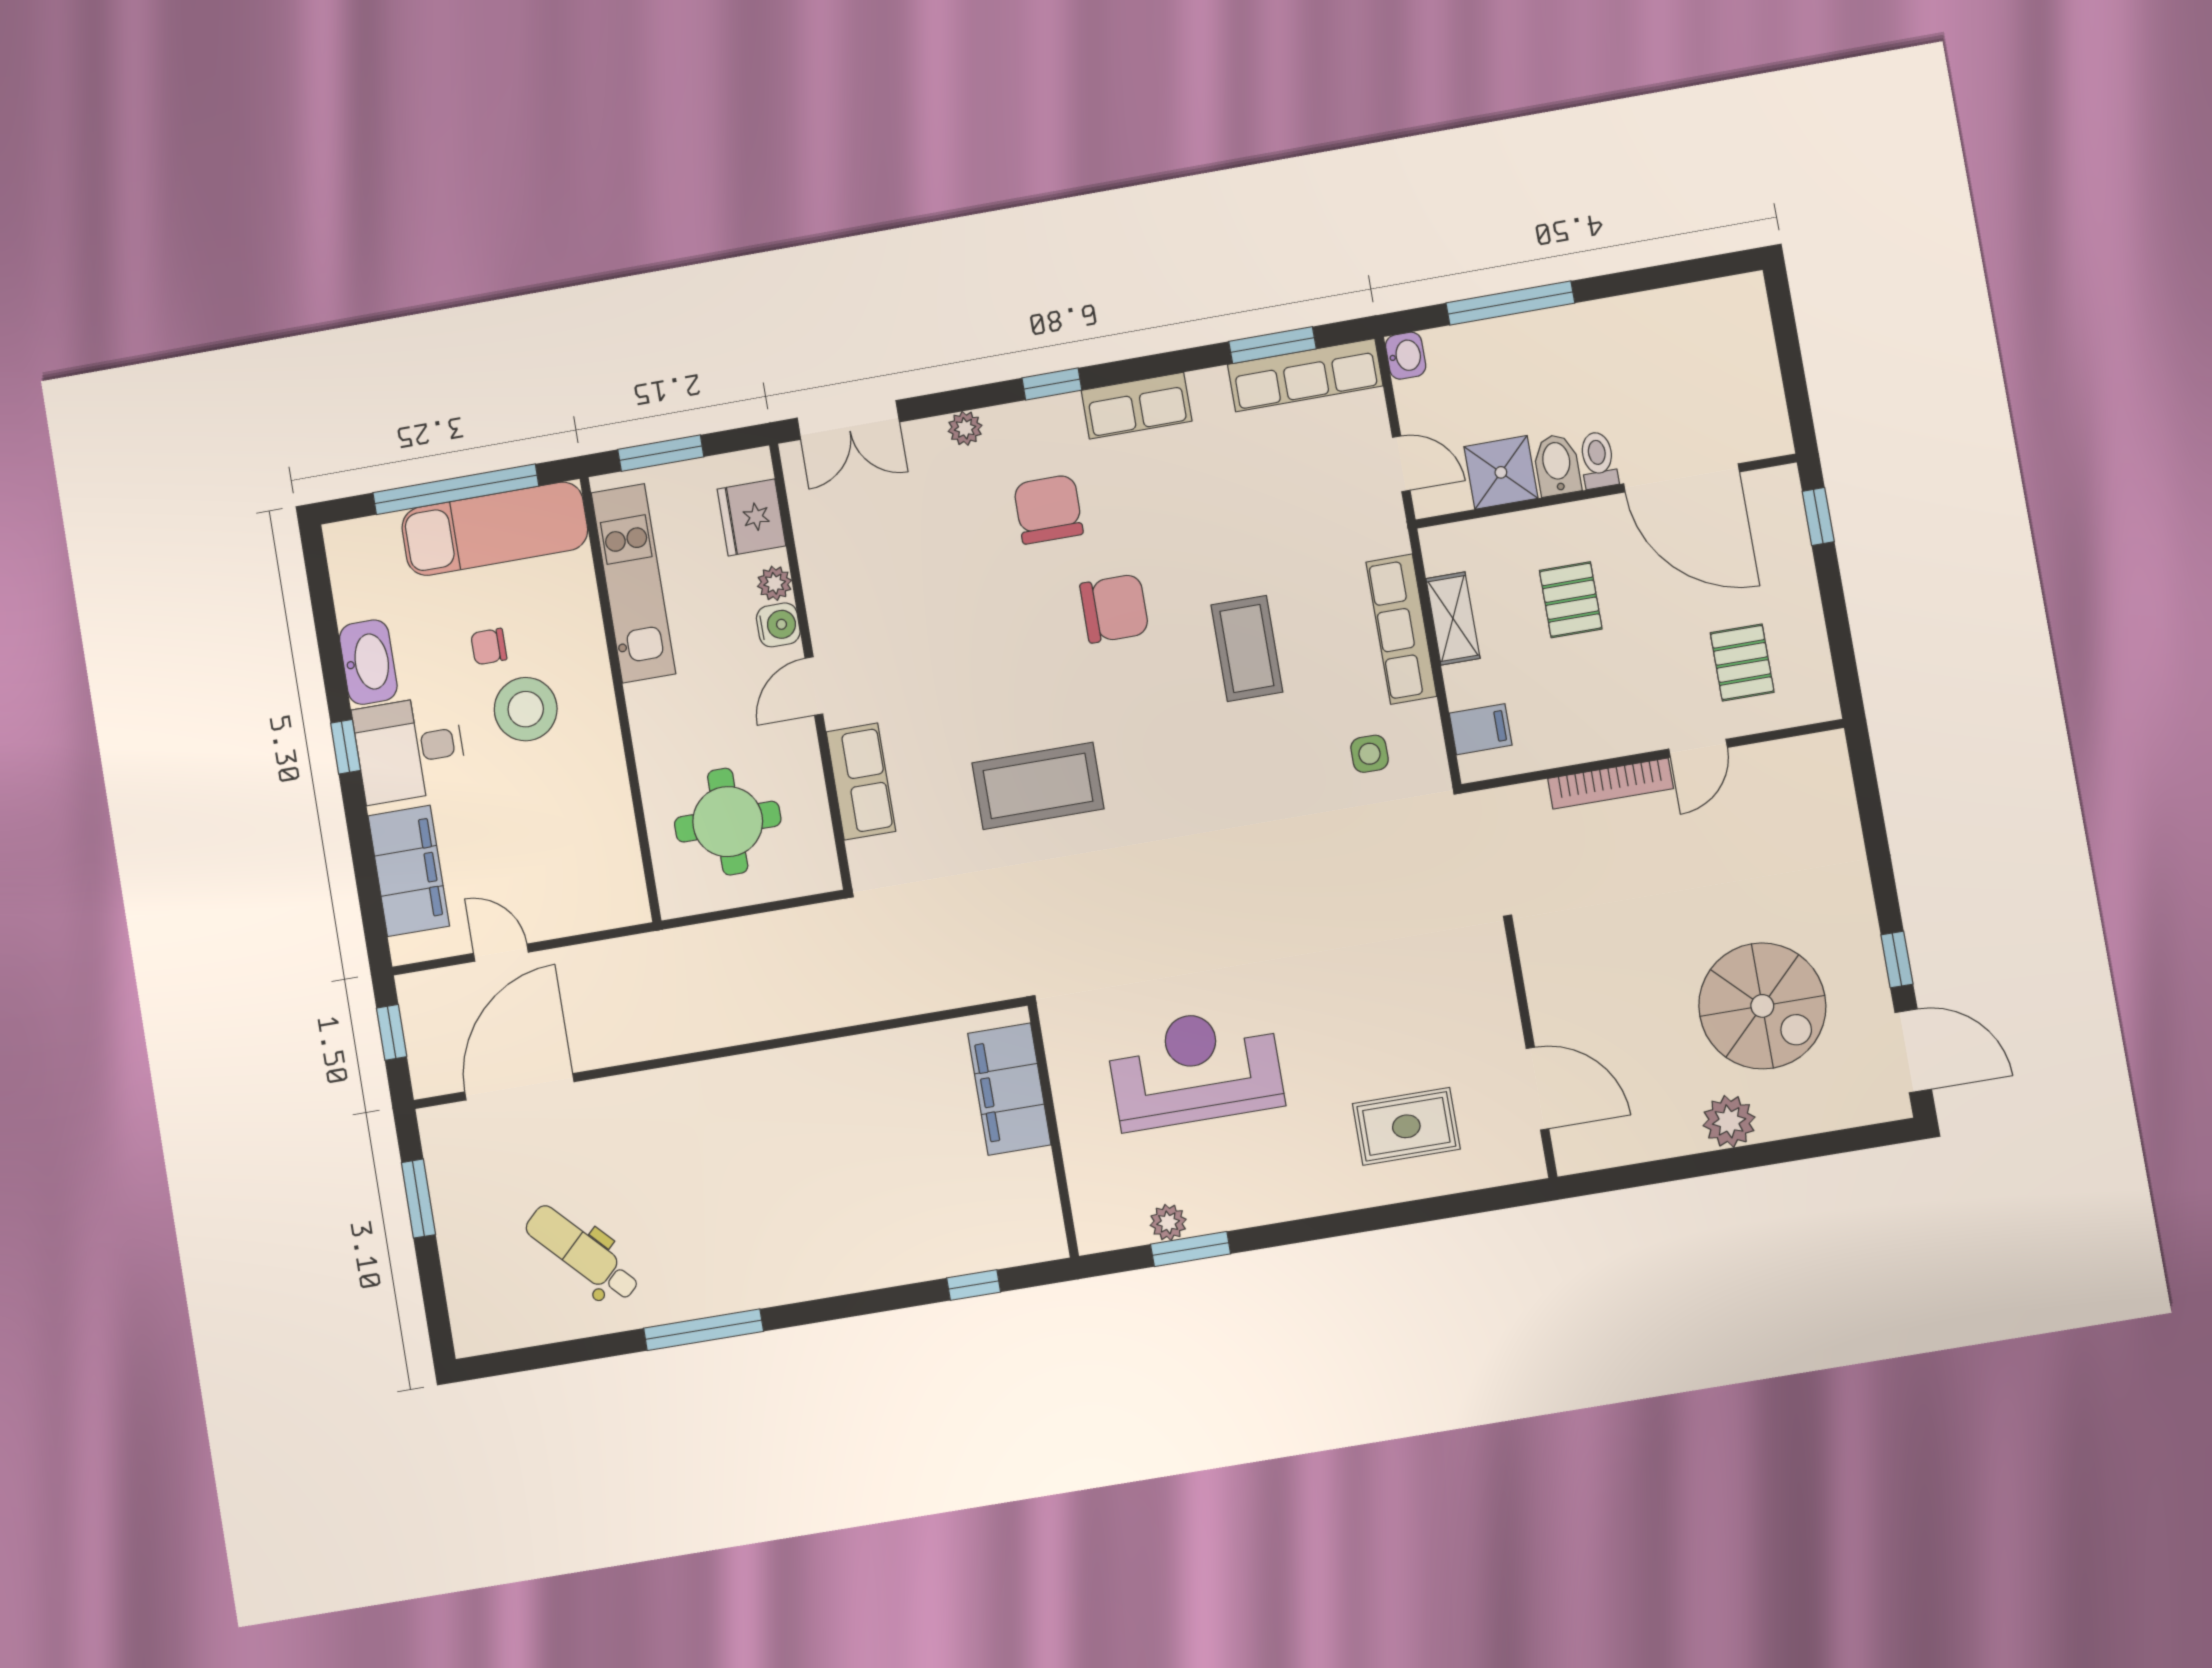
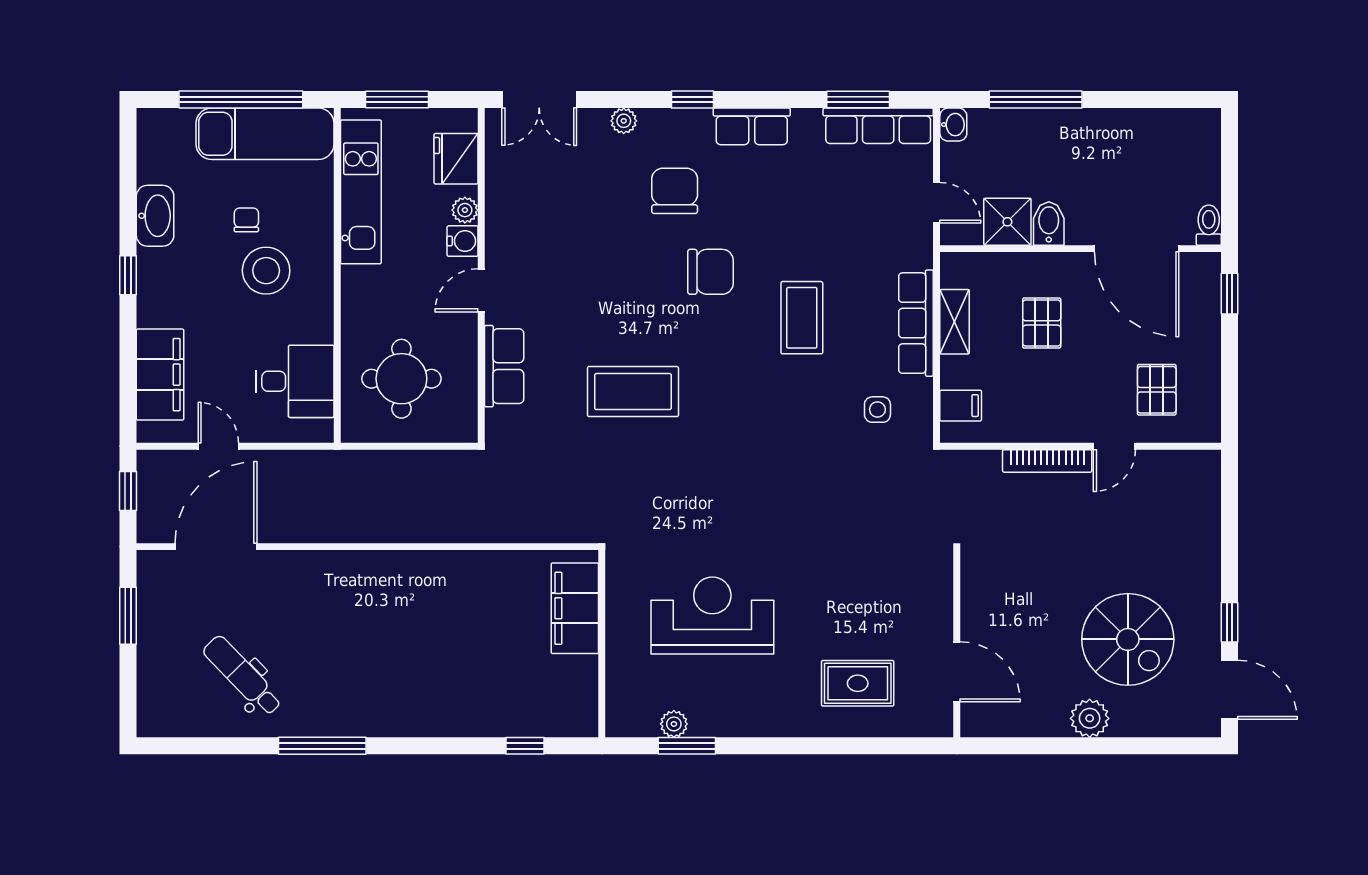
toilet: (1598, 460) -> (1209, 225), moved
chair: (489, 647) -> (246, 220), turned 90
desk: (410, 749) -> (295, 381), moved, turned 180

